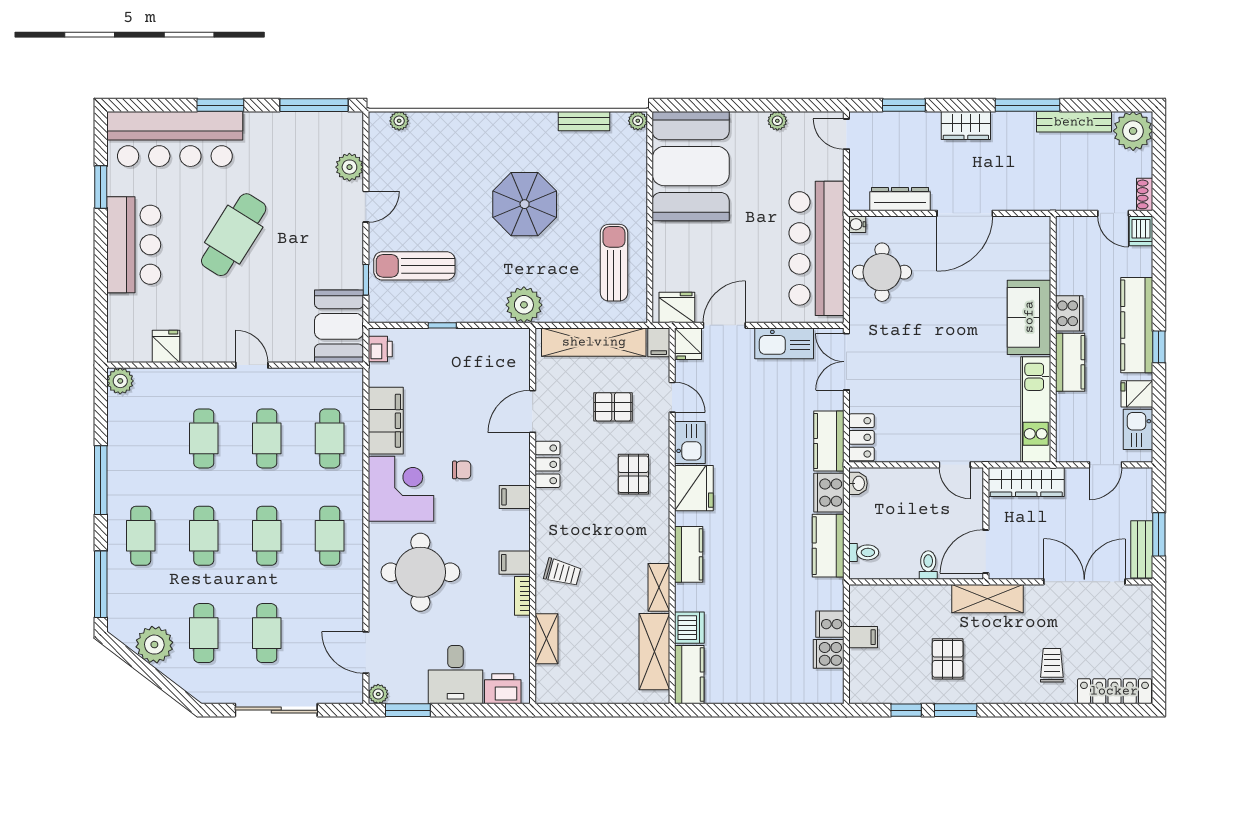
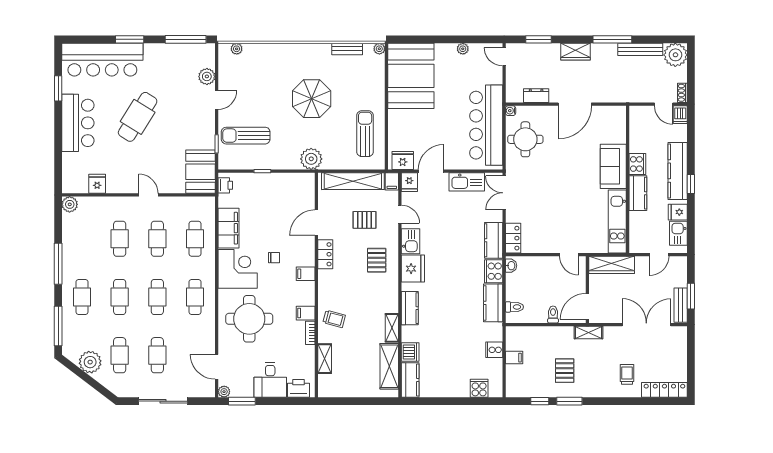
dresser: (900, 199) -> (536, 96), width x0.70
shelving: (988, 599) -> (589, 332), width x0.67, depth x0.75
cooker: (829, 654) -> (479, 388), moved, turned 90

